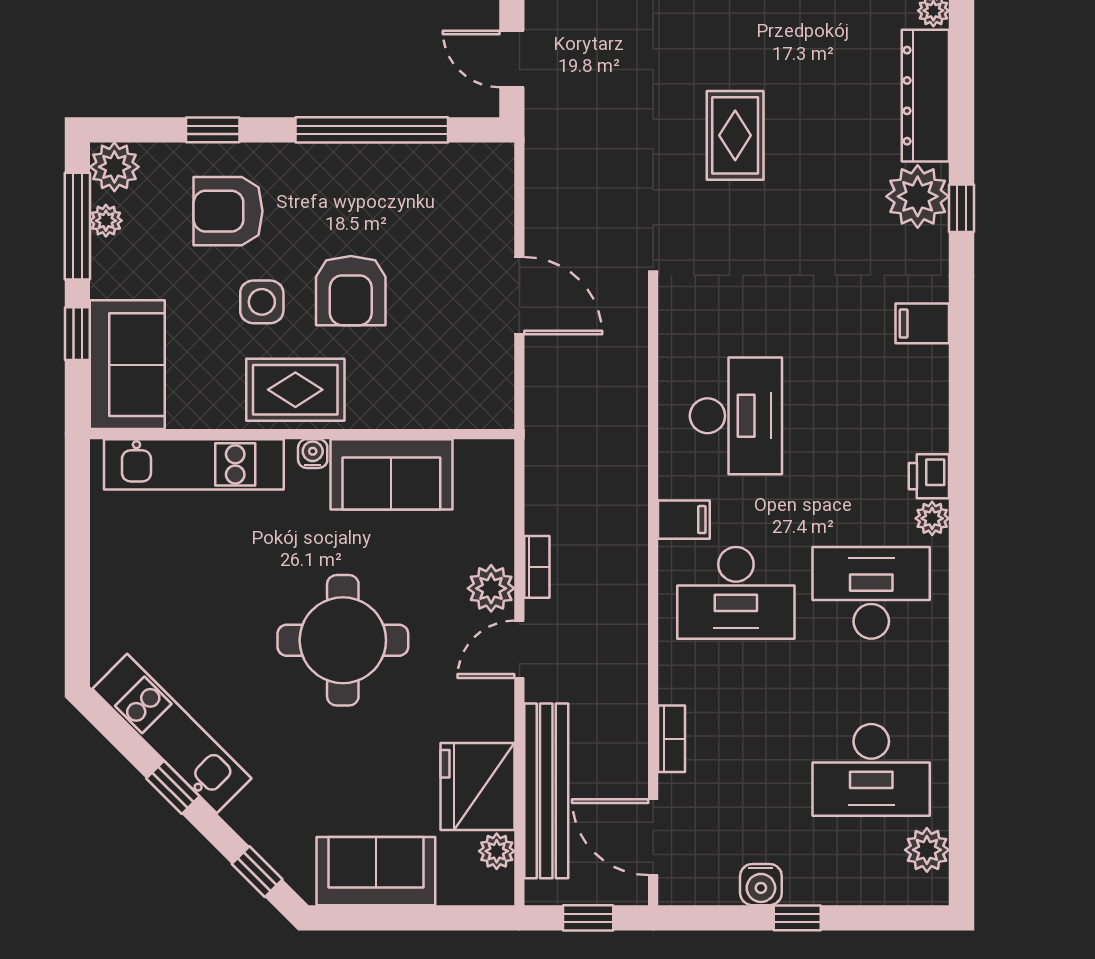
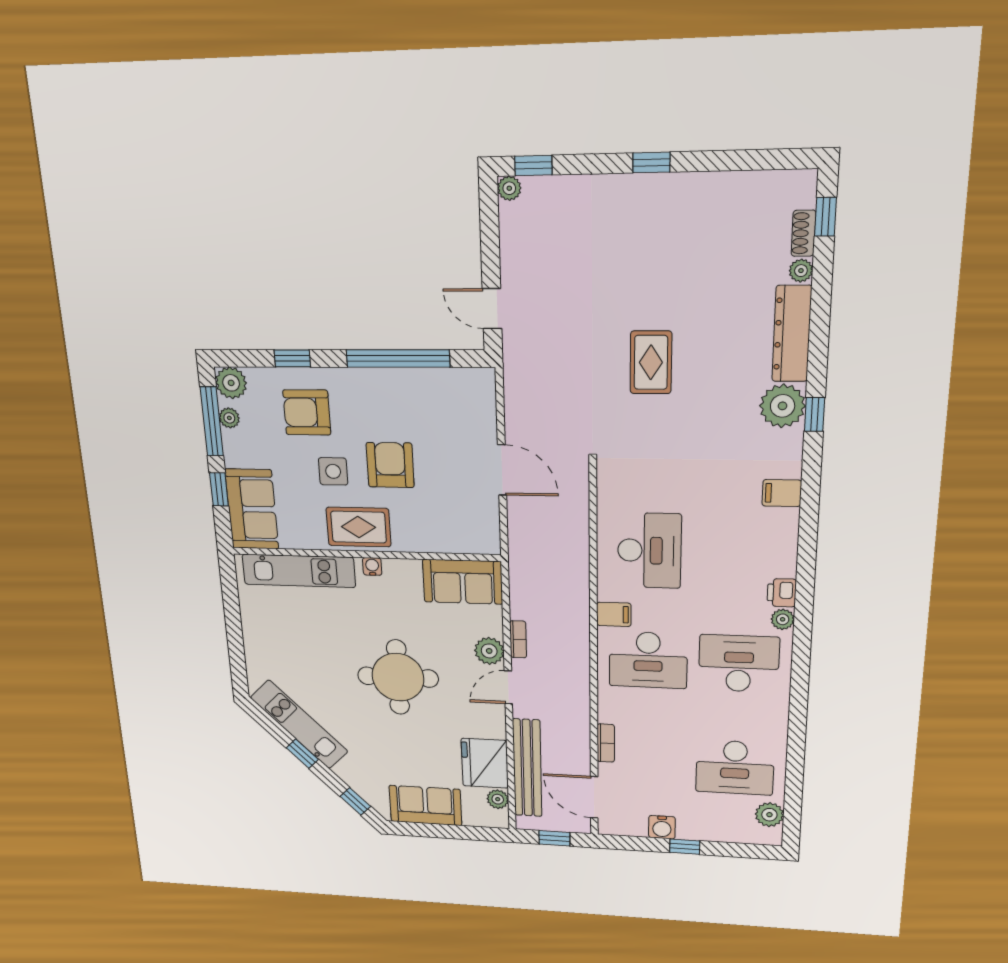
armchair: (351, 291) -> (390, 465), turned 180
sofa: (391, 474) -> (463, 582), moved

